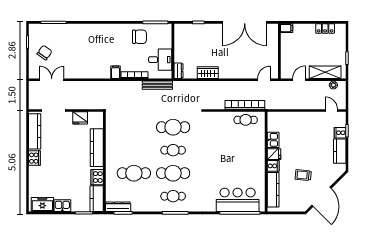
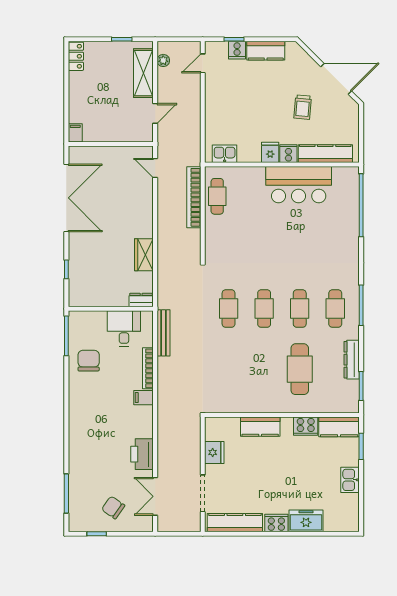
locker: (325, 29) -> (76, 56), moved
printer: (79, 71) -> (142, 454), added
door: (299, 80) -> (155, 113), swing flipped
cafe table: (173, 127) -> (229, 309), width x0.73, depth x0.74
kitchen sink: (273, 140) -> (225, 154), moved
kitchen counter: (97, 148) -> (260, 427), width x0.67
cafe table: (173, 173) -> (300, 309), width x0.73, depth x0.74
bar counter: (238, 200) -> (299, 185), moved, turned -90
freezer: (42, 205) -> (306, 521), moved, turned 90
dresser: (118, 207) -> (352, 360), moved

